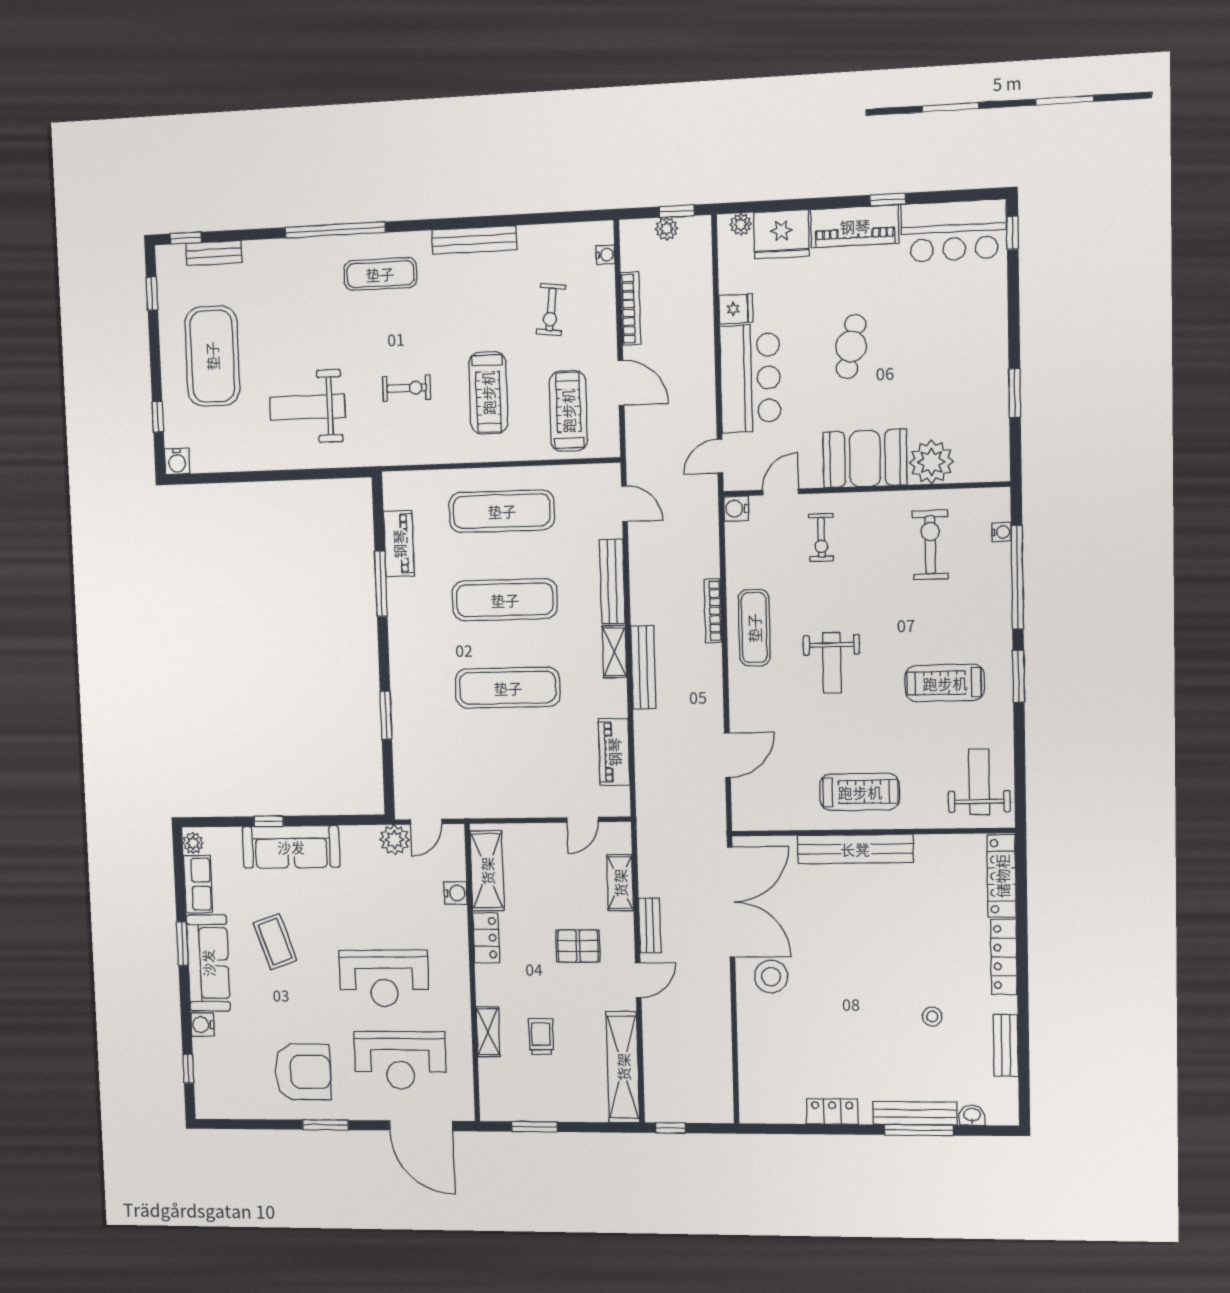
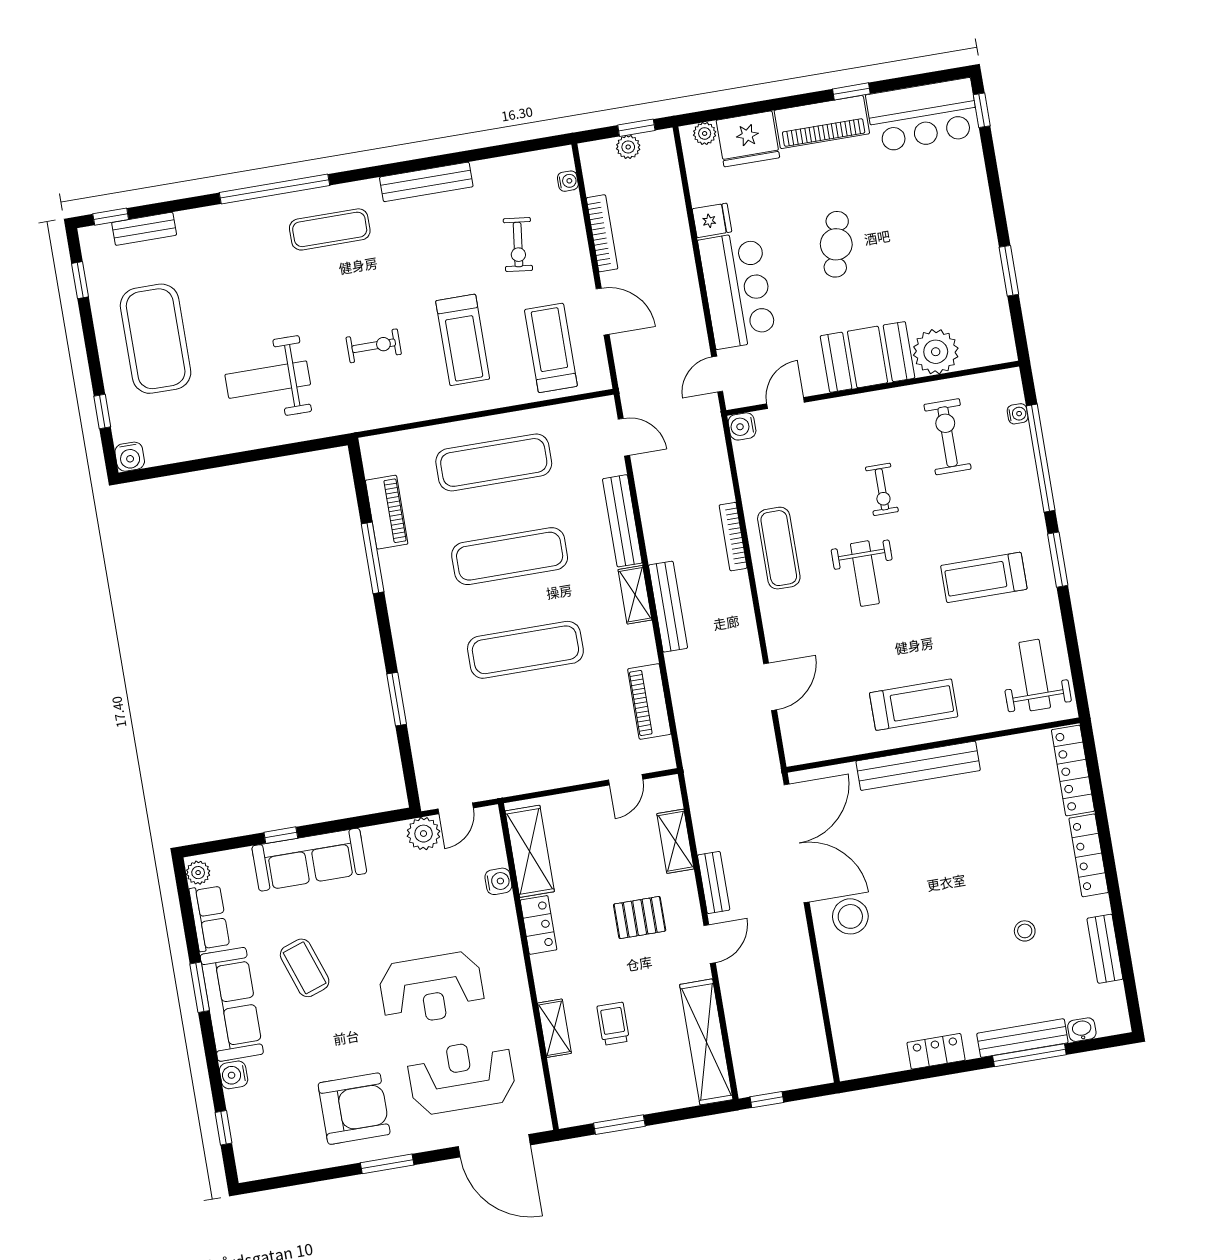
exercise bike: (821, 537) -> (882, 489), moved
reception desk: (400, 1060) -> (461, 1077), turned 180

